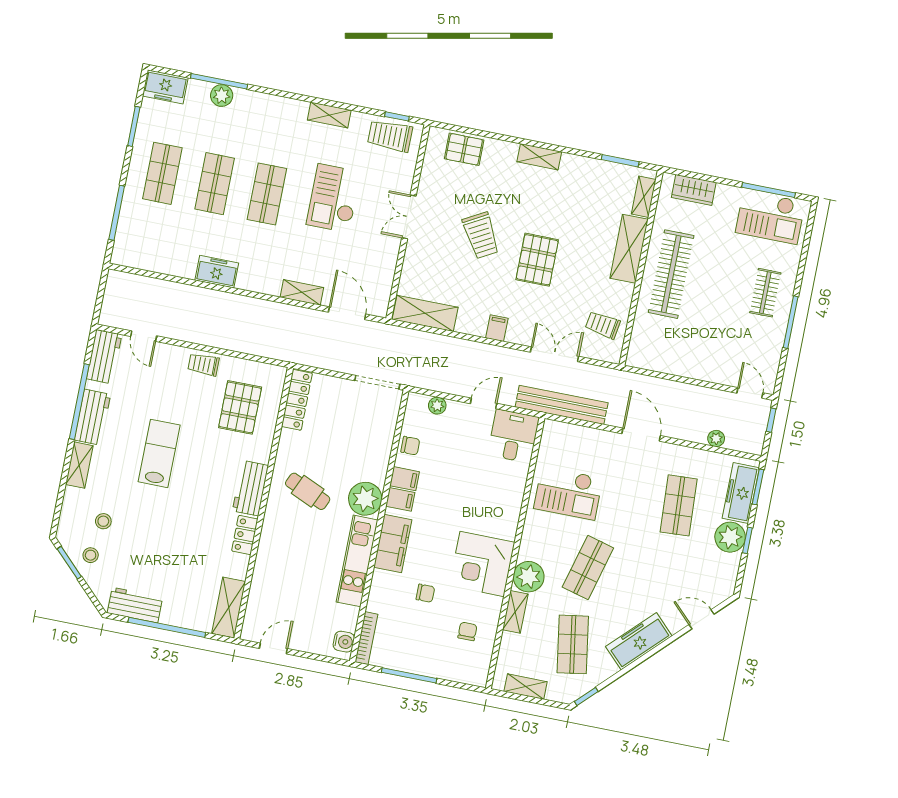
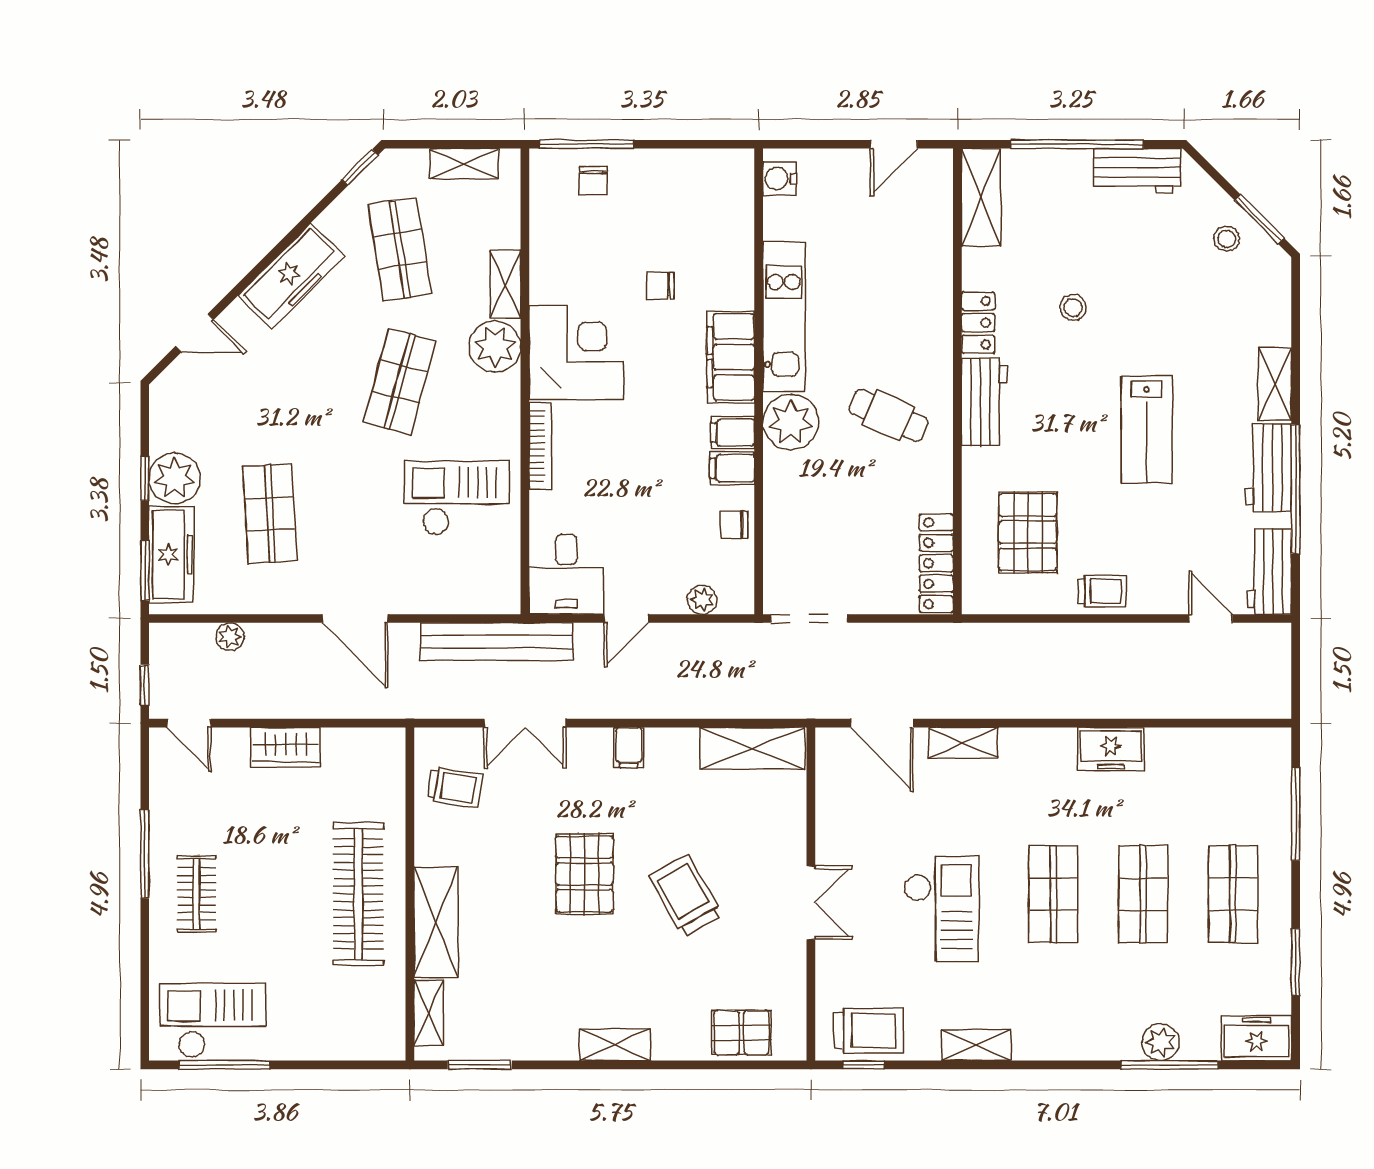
wardrobe: (694, 190) -> (286, 747), moved, turned 180
stool: (103, 521) -> (1073, 308), moved
chair: (467, 631) -> (593, 181), moved
bookcase: (366, 638) -> (540, 446), moved, turned 180
window: (409, 675) -> (587, 144), moved

